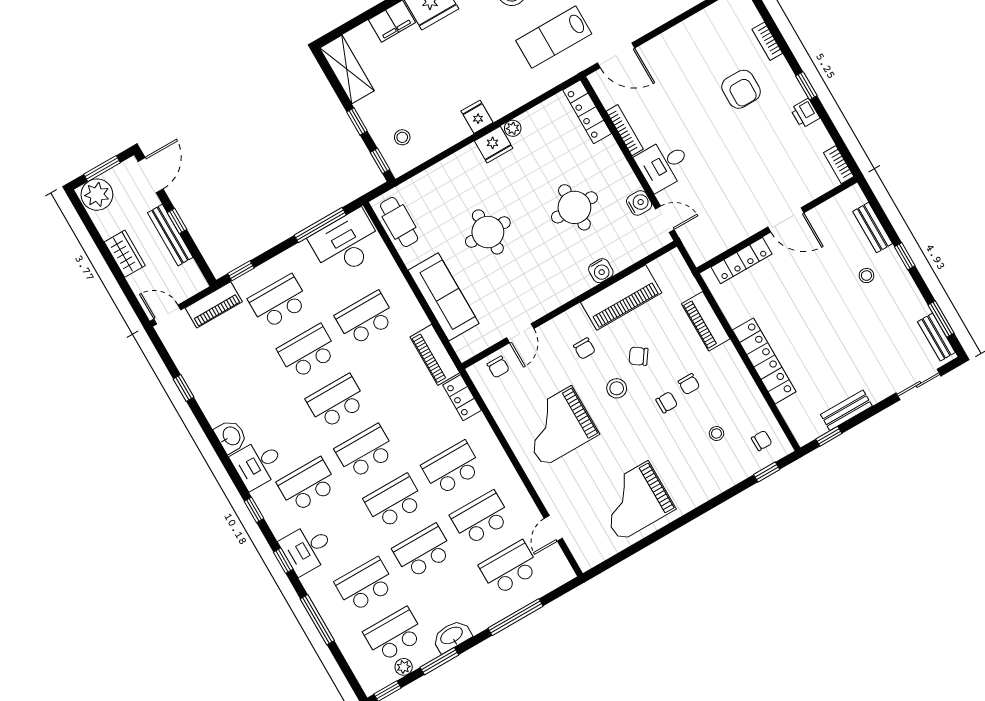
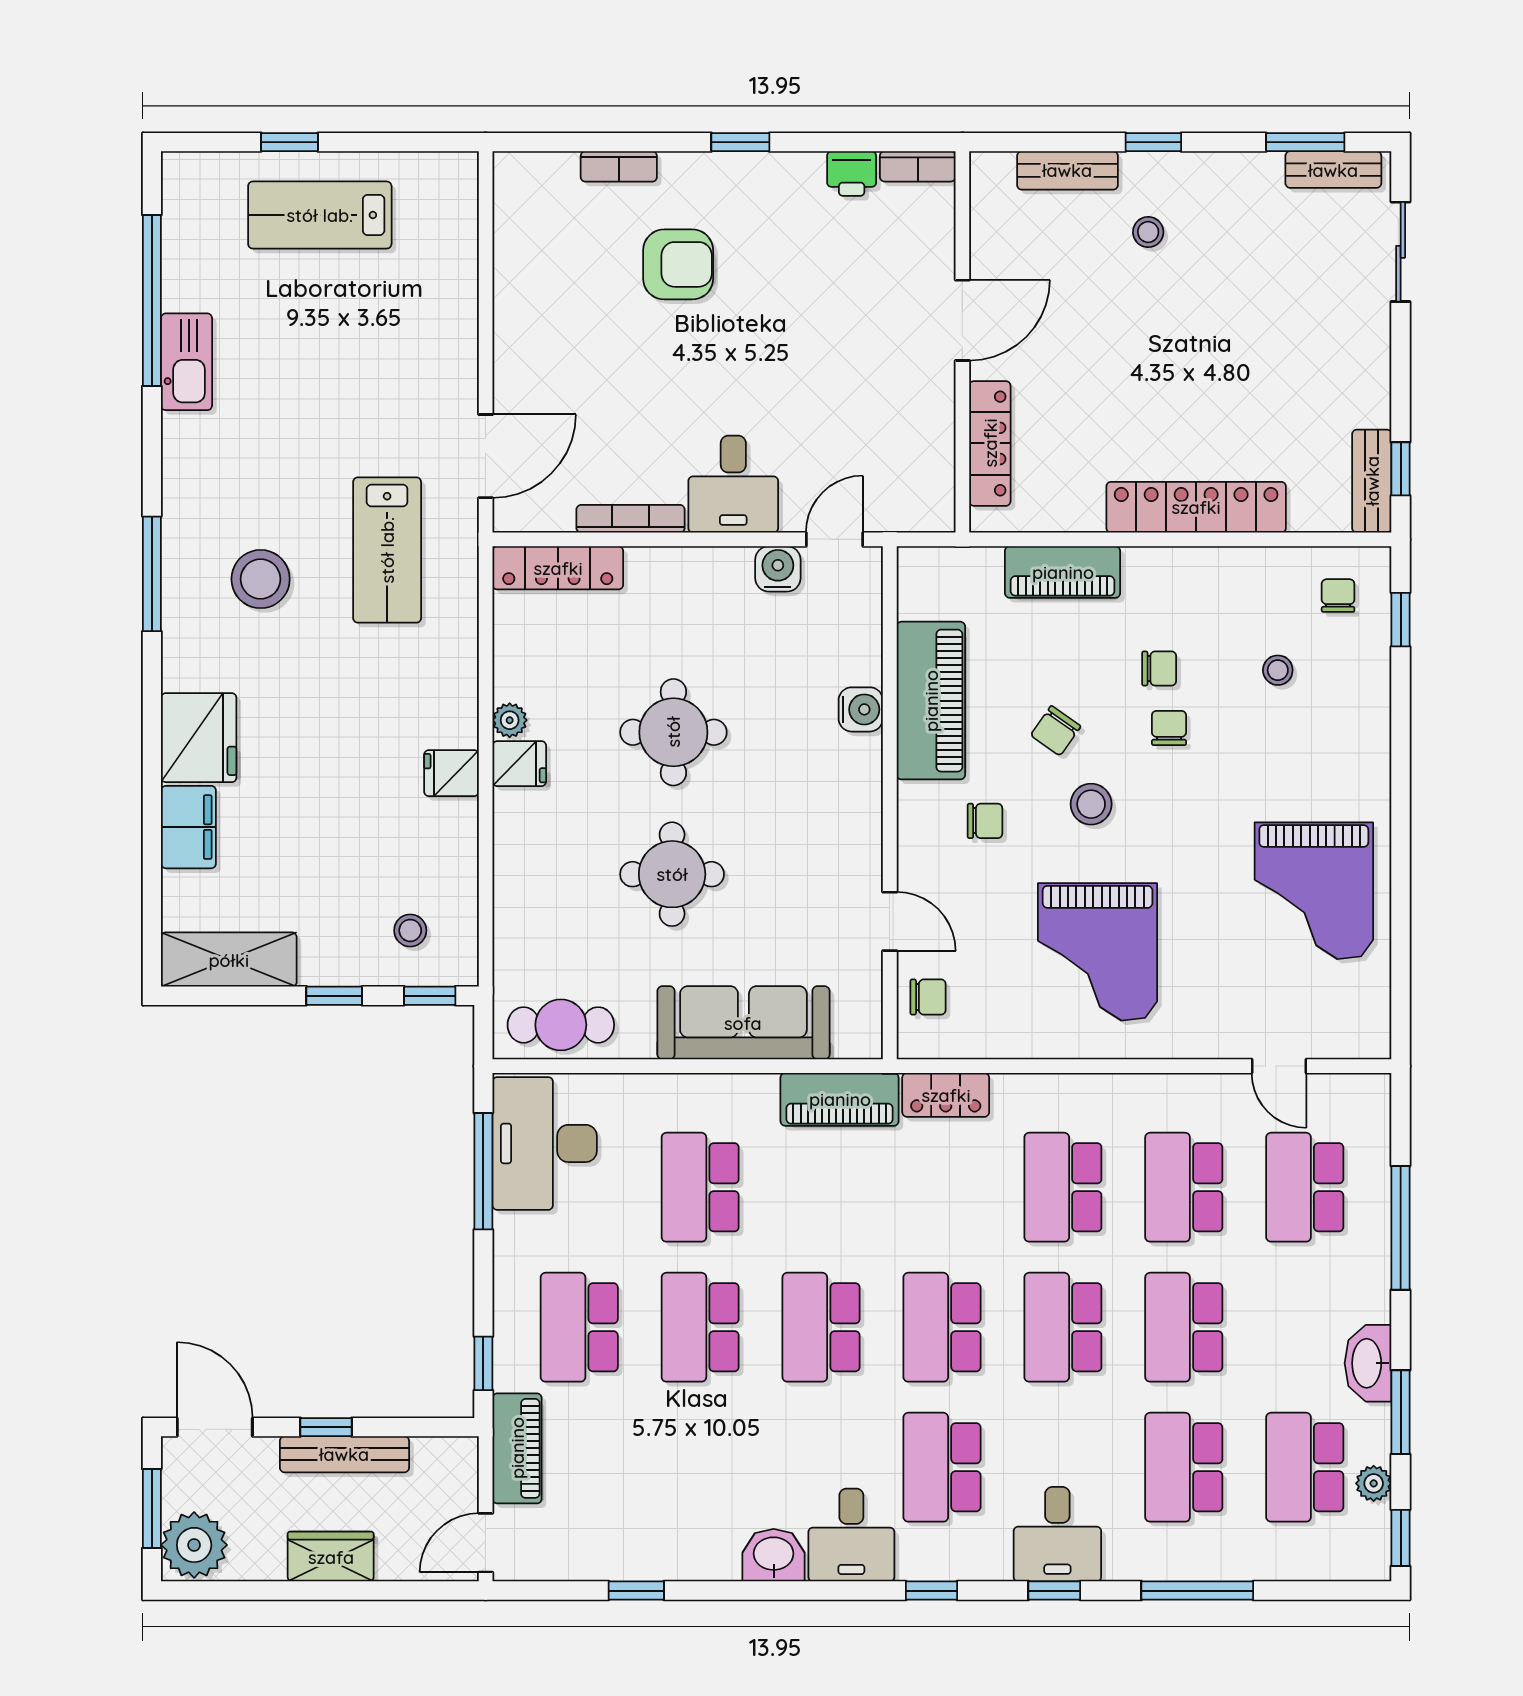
printer: (805, 113) -> (852, 174), moved
fridge: (494, 145) -> (519, 764), width x0.72
round table: (574, 207) -> (673, 732), moved
bench: (846, 410) -> (1372, 481), moved

